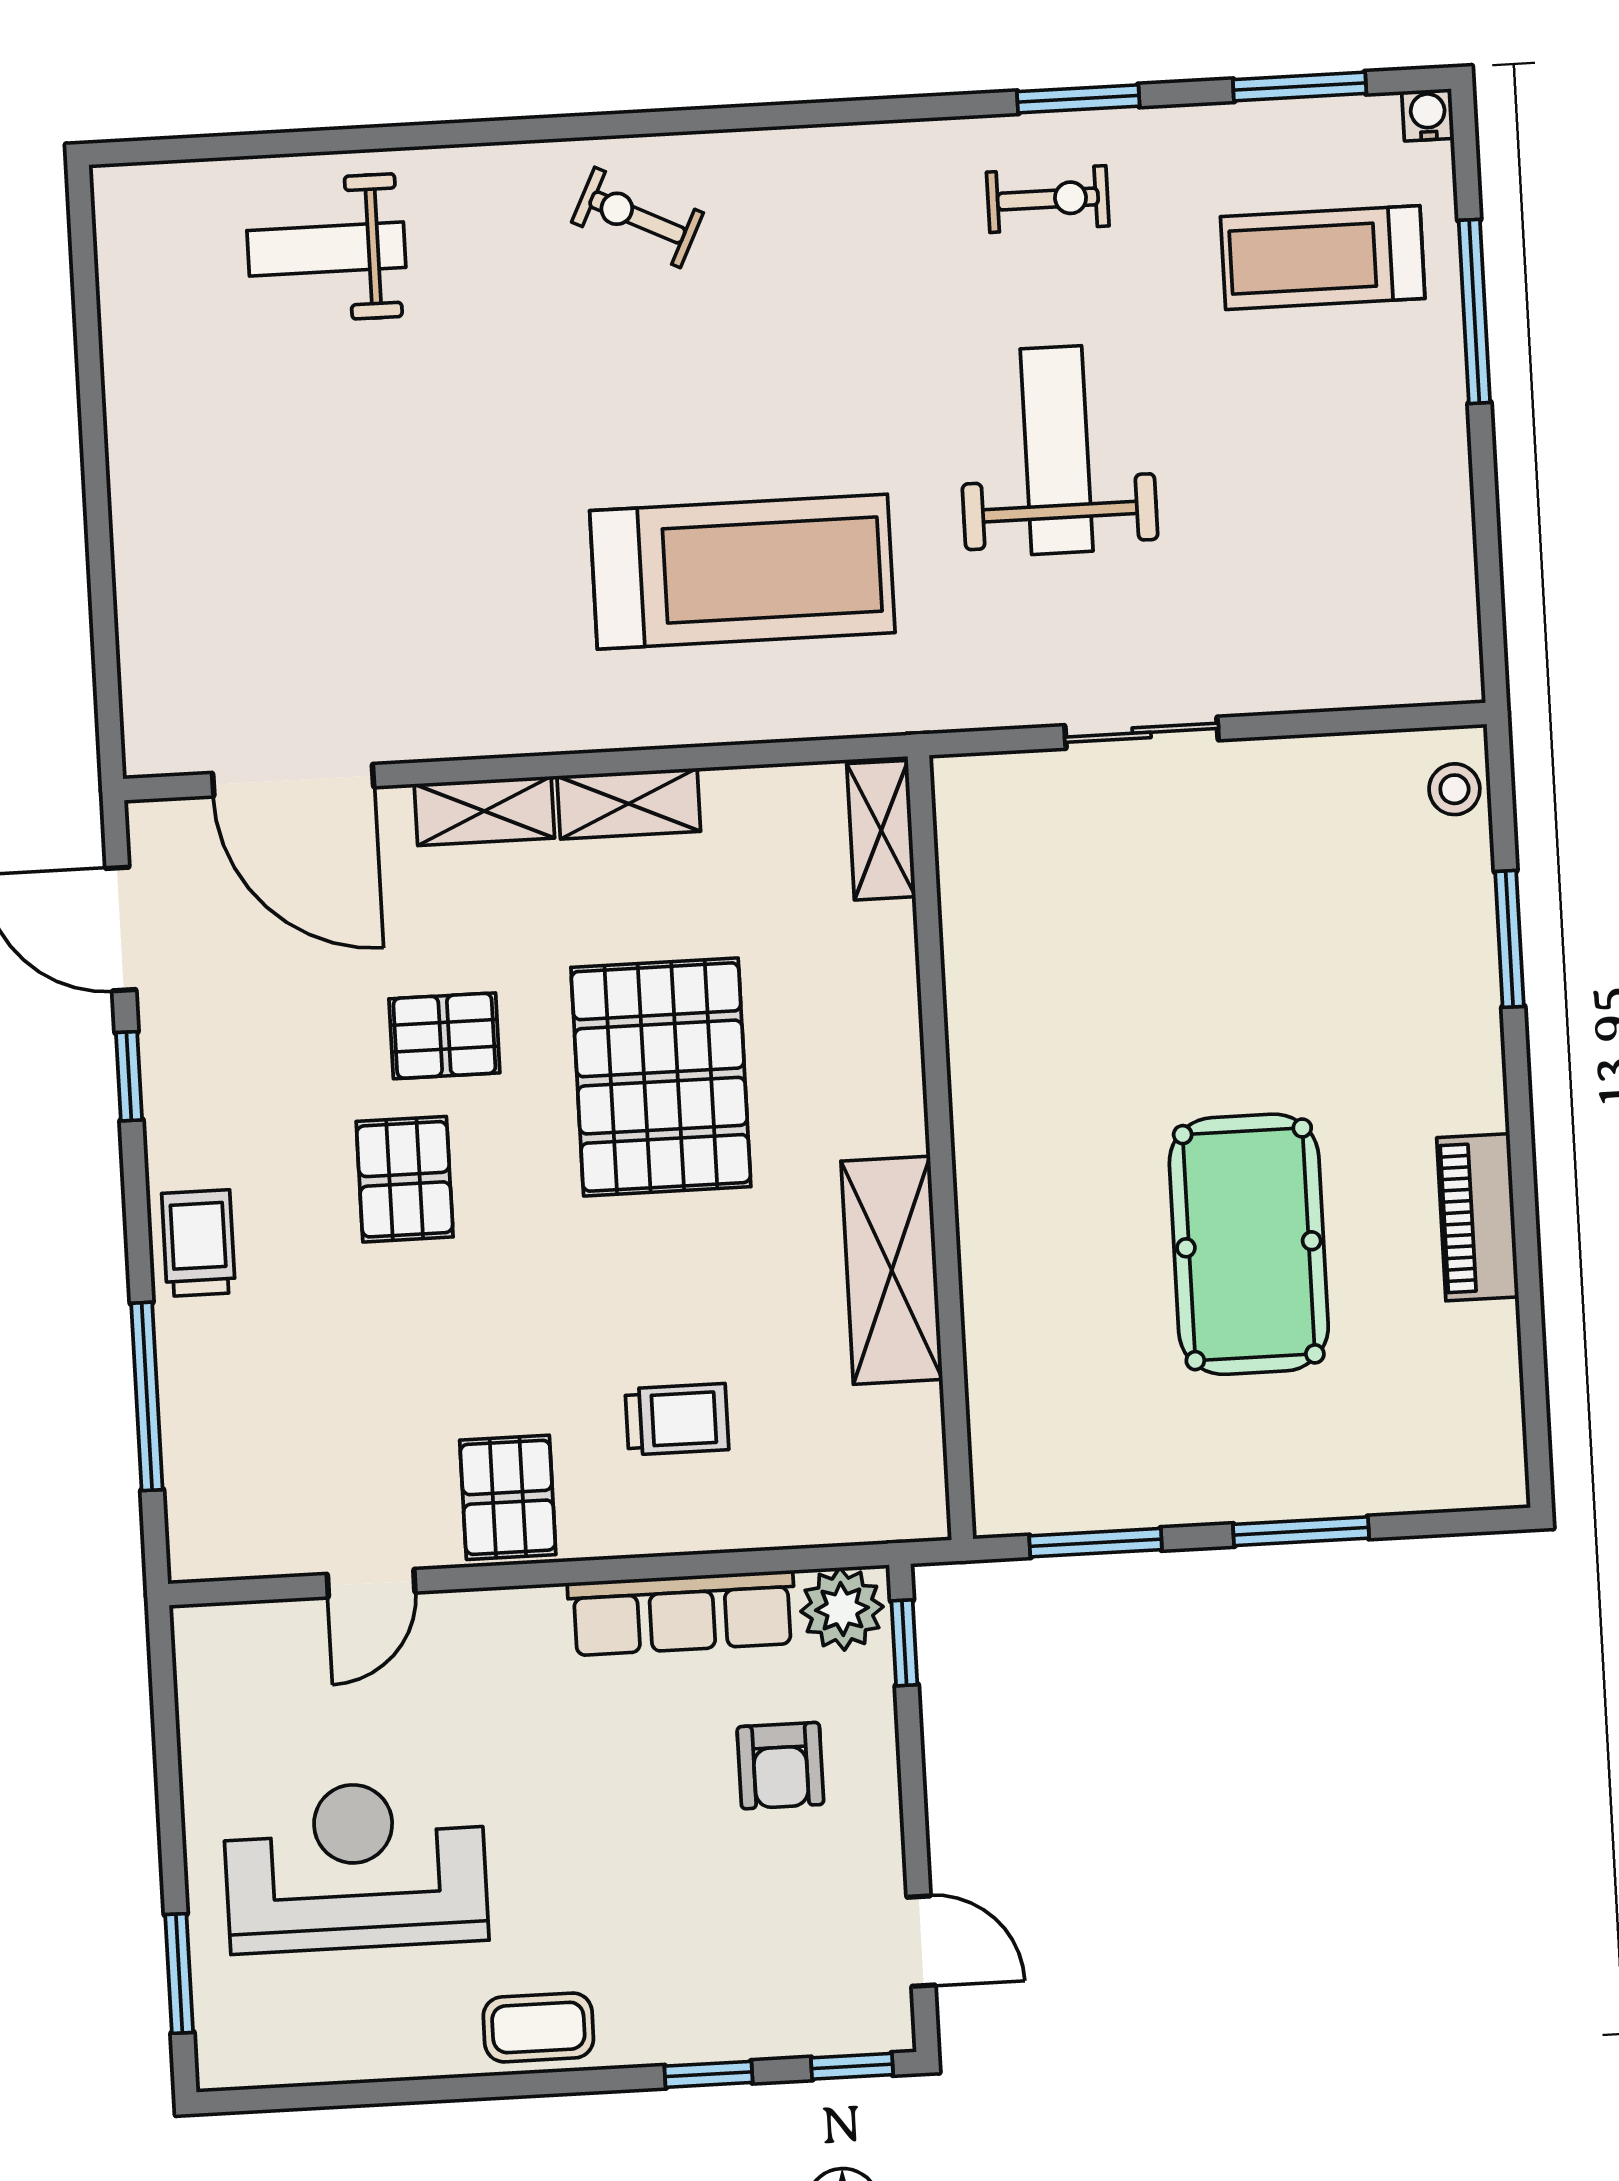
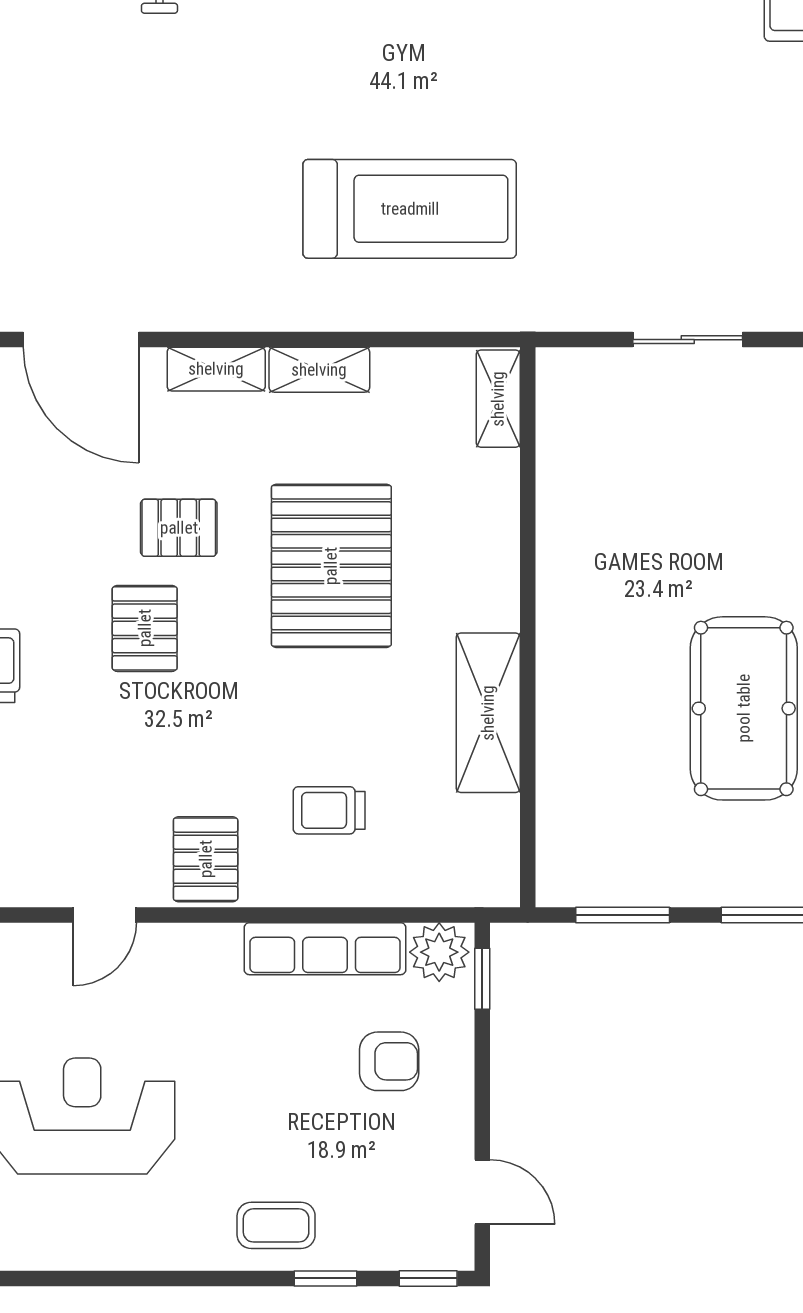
weight bench: (1057, 450) -> (638, 135), removed
trolley: (677, 1419) -> (329, 810), turned 180
armchair: (780, 1766) -> (389, 1061), turned -90
coffee table: (538, 2027) -> (276, 1225), moved

